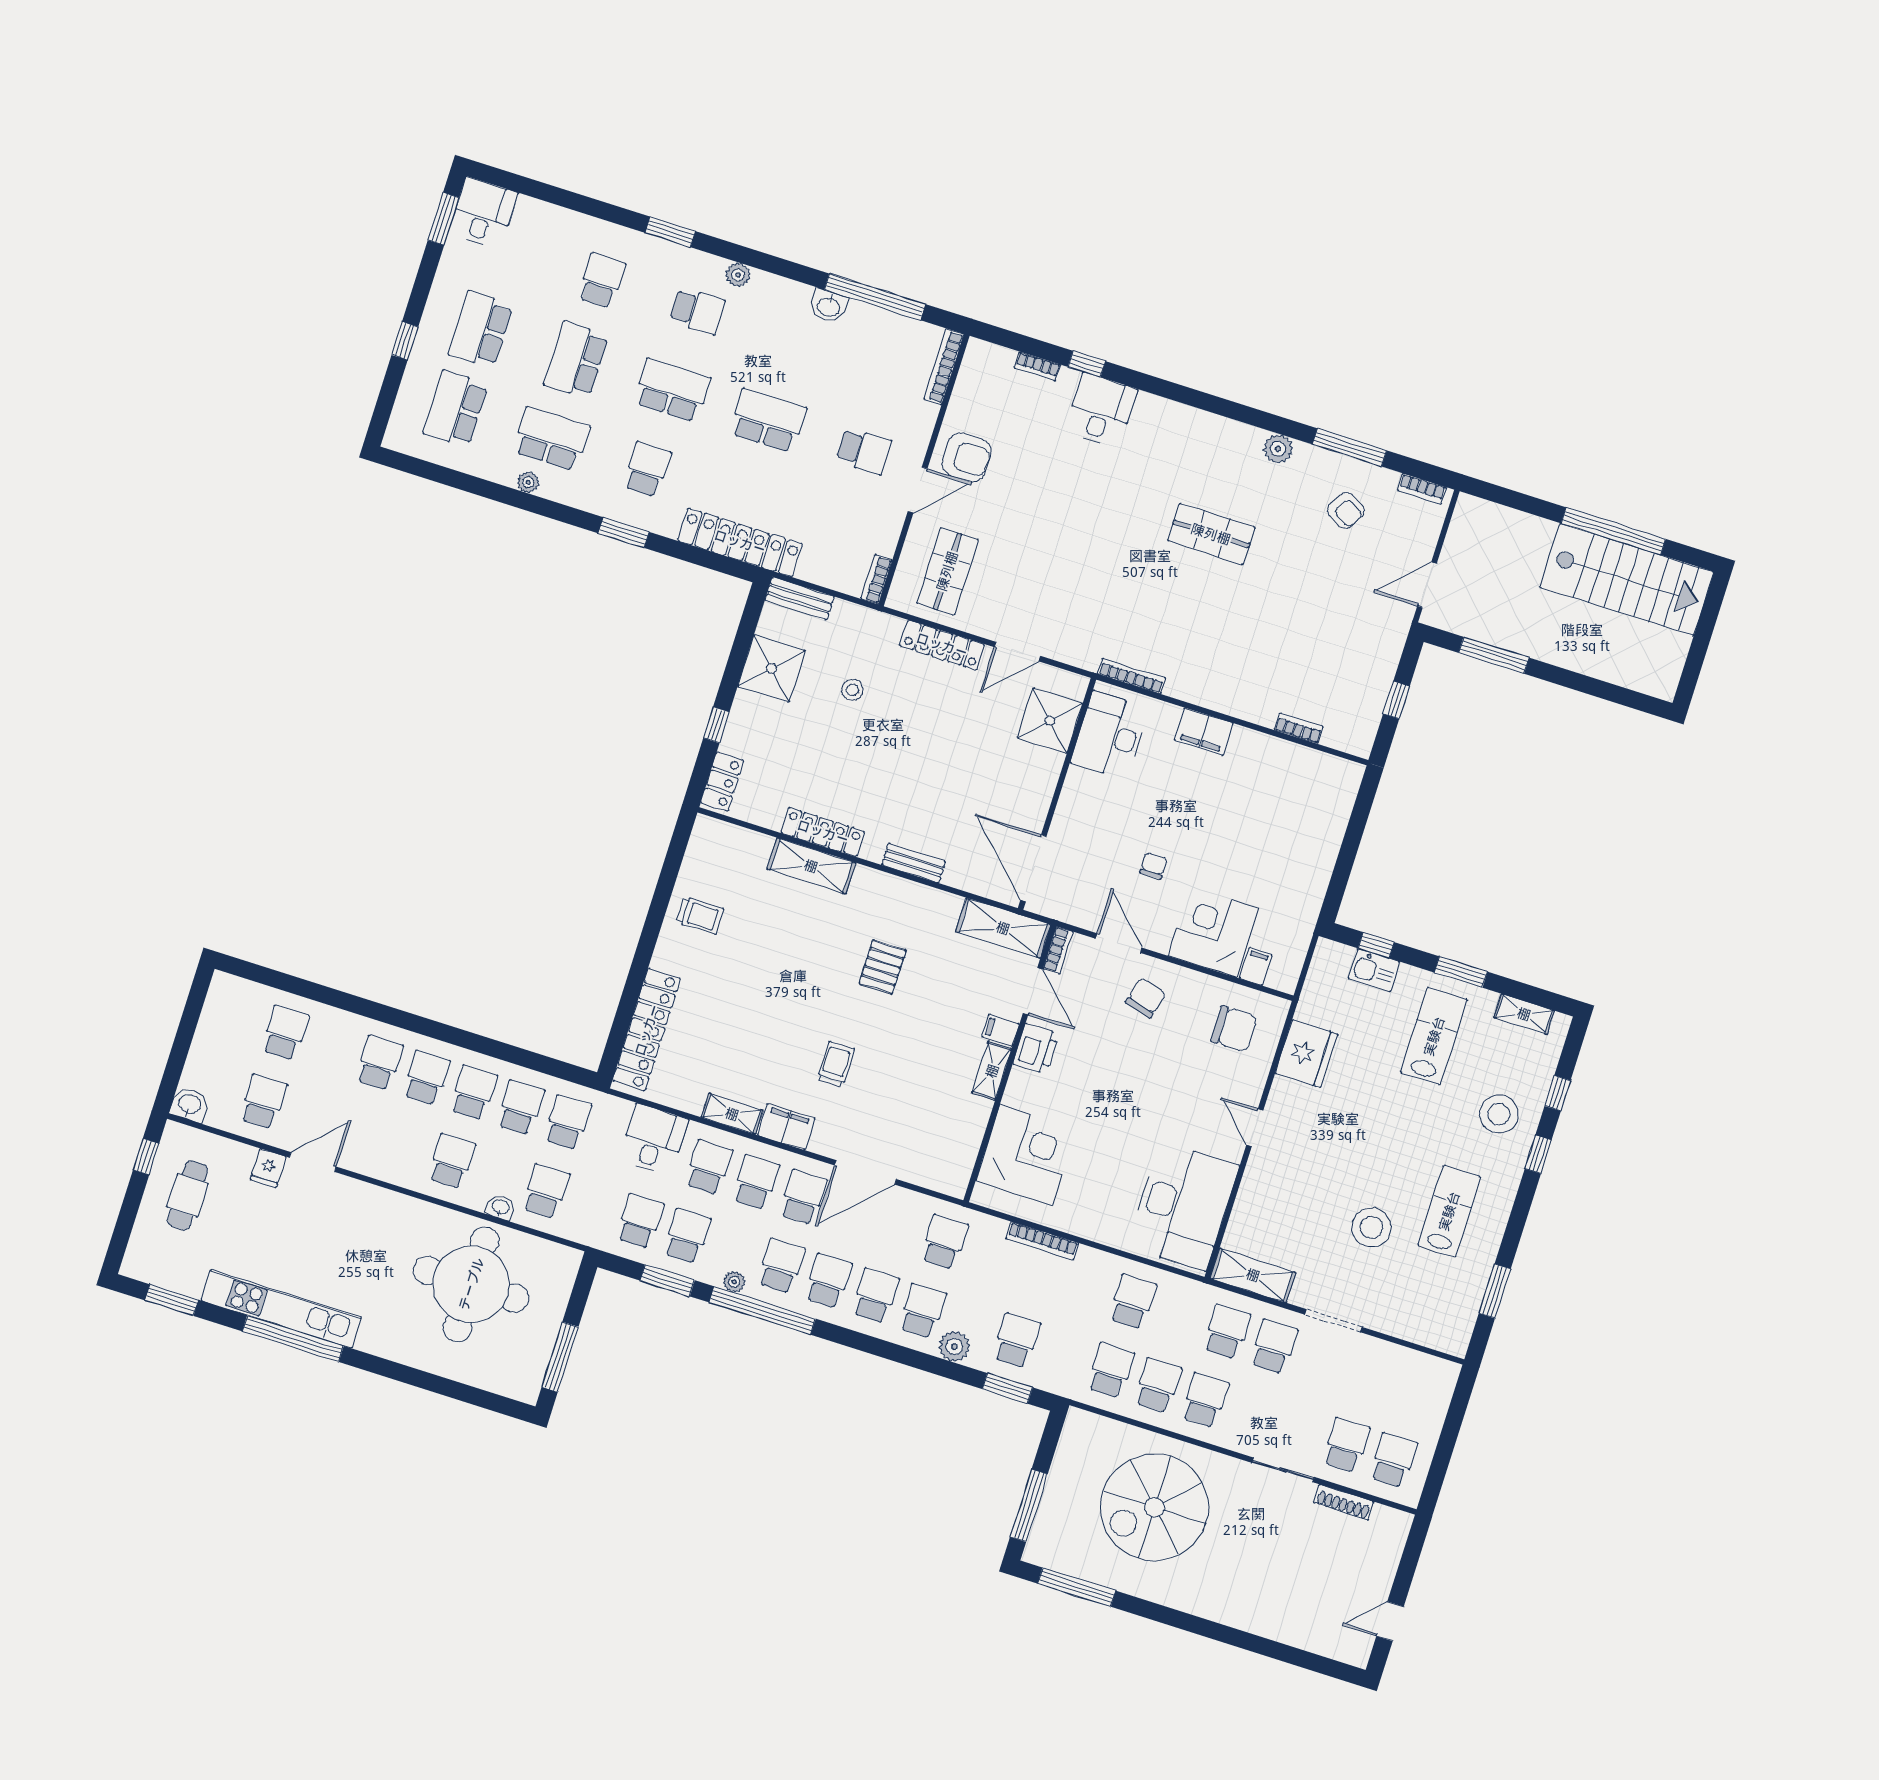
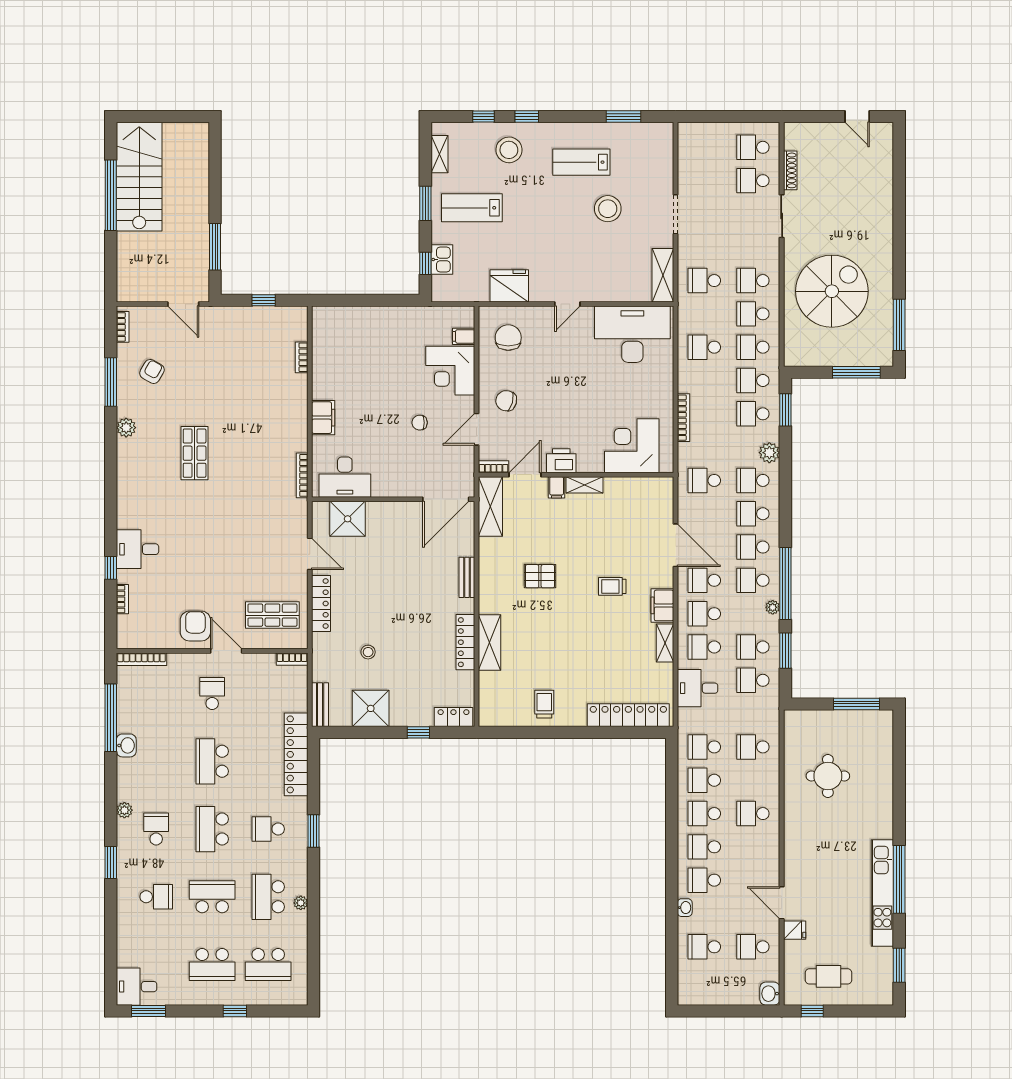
school desk: (602, 281) -> (156, 897), turned 180
school desk: (576, 360) -> (212, 897), turned 180
washbasin: (500, 1207) -> (685, 908), moved, turned 180
round table: (471, 1284) -> (828, 776), width x0.54, depth x0.54
school desk: (1274, 1347) -> (753, 380), moved
spiral stairs: (1154, 1507) -> (832, 291), turned -90

